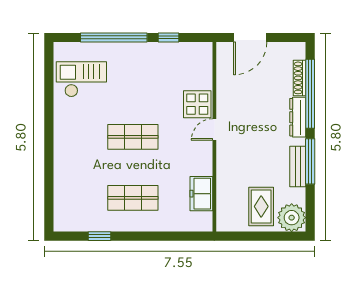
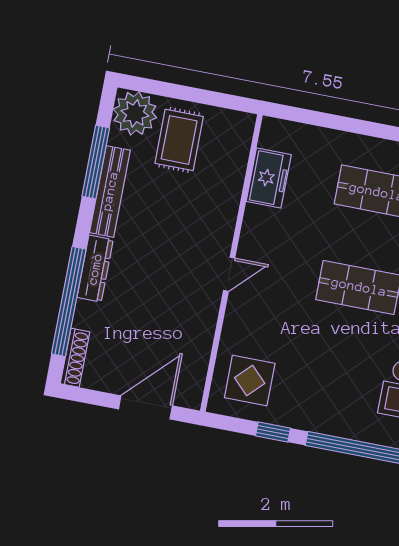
shoe rack: (300, 78) -> (75, 358), moved
display table: (197, 104) -> (250, 380), moved
window: (310, 161) -> (96, 162), moved
bench: (298, 166) -> (110, 191), width x1.36

